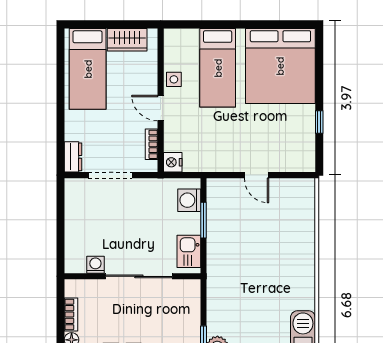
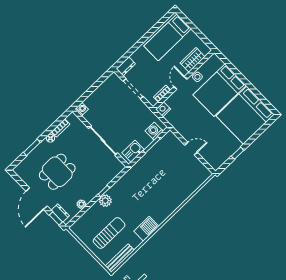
wardrobe: (127, 40) -> (192, 60), moved, turned 90
bed: (218, 68) -> (220, 90), width x1.50
door: (257, 175) -> (191, 149), swing flipped
washing machine: (95, 265) -> (82, 109), moved

